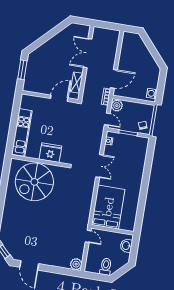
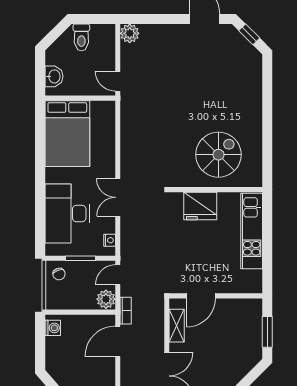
door: (107, 119) -> (118, 275), hinge flipped
desk: (132, 161) -> (67, 214), added
spiral stairs: (34, 182) -> (218, 155), width x0.73, depth x0.73
bed: (108, 207) -> (67, 134), moved

